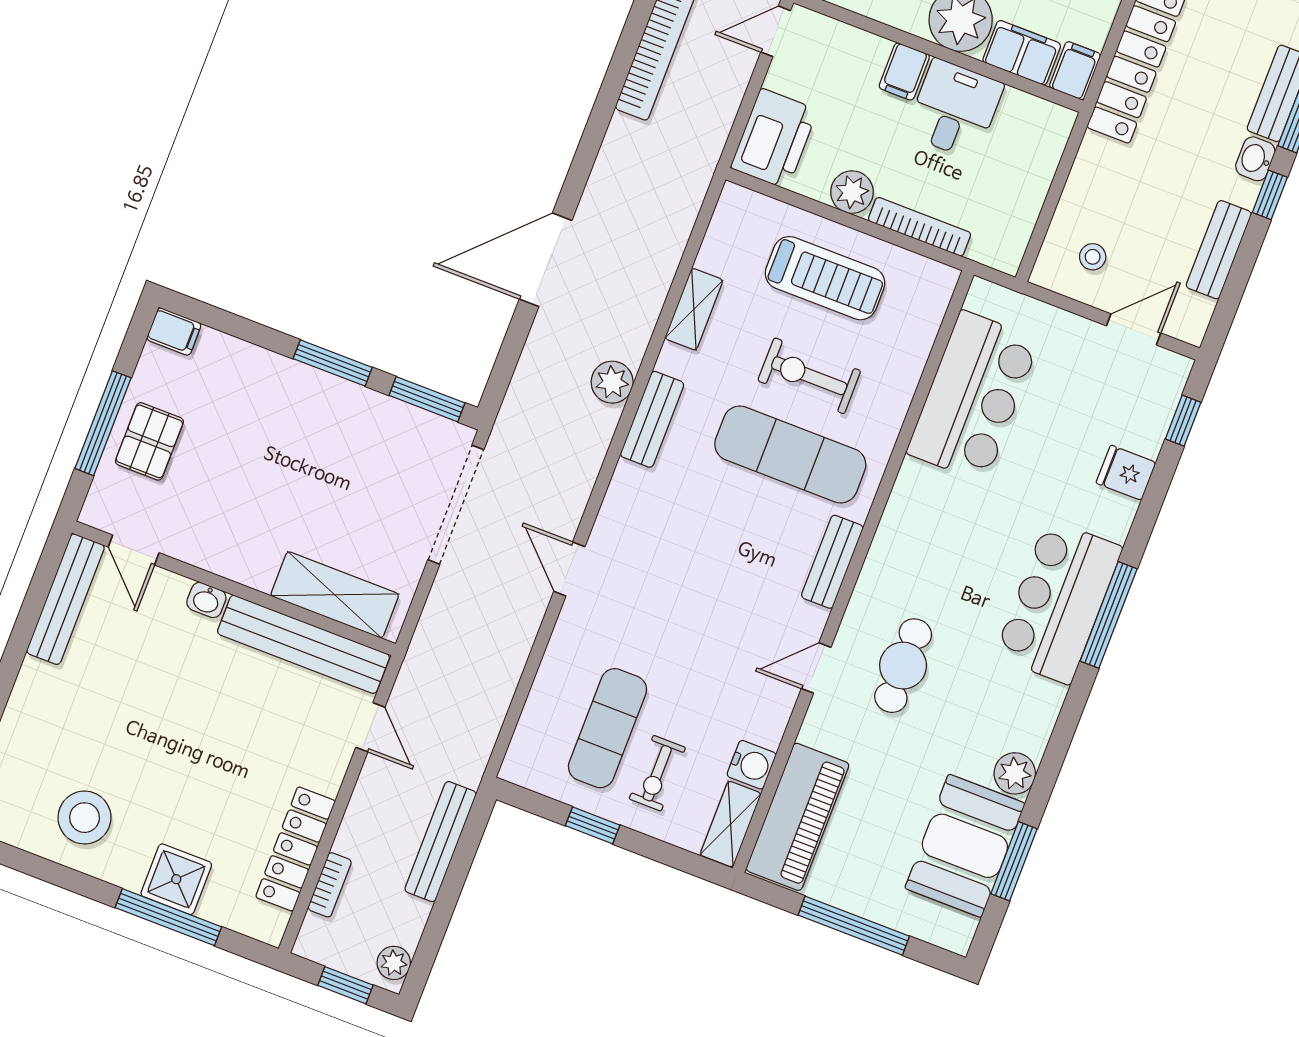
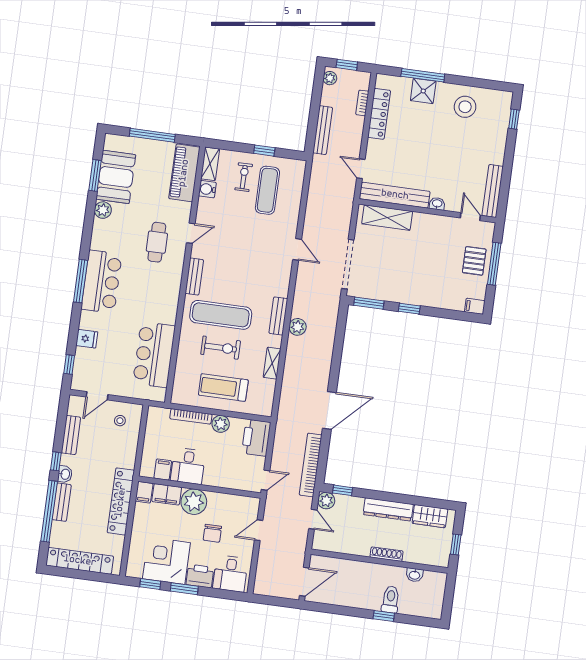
filing cabinet: (904, 71) -> (163, 470), moved
door: (546, 260) -> (329, 410), moved
window: (333, 363) -> (409, 309), width x0.67

